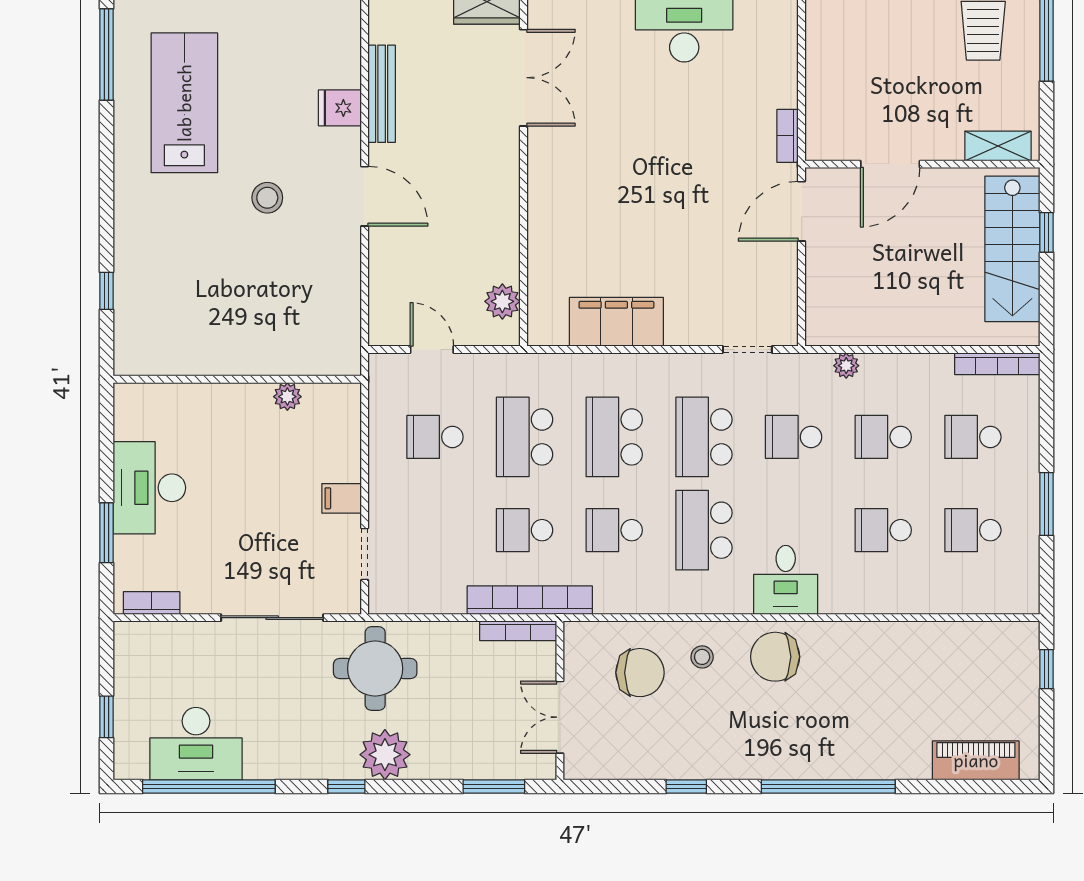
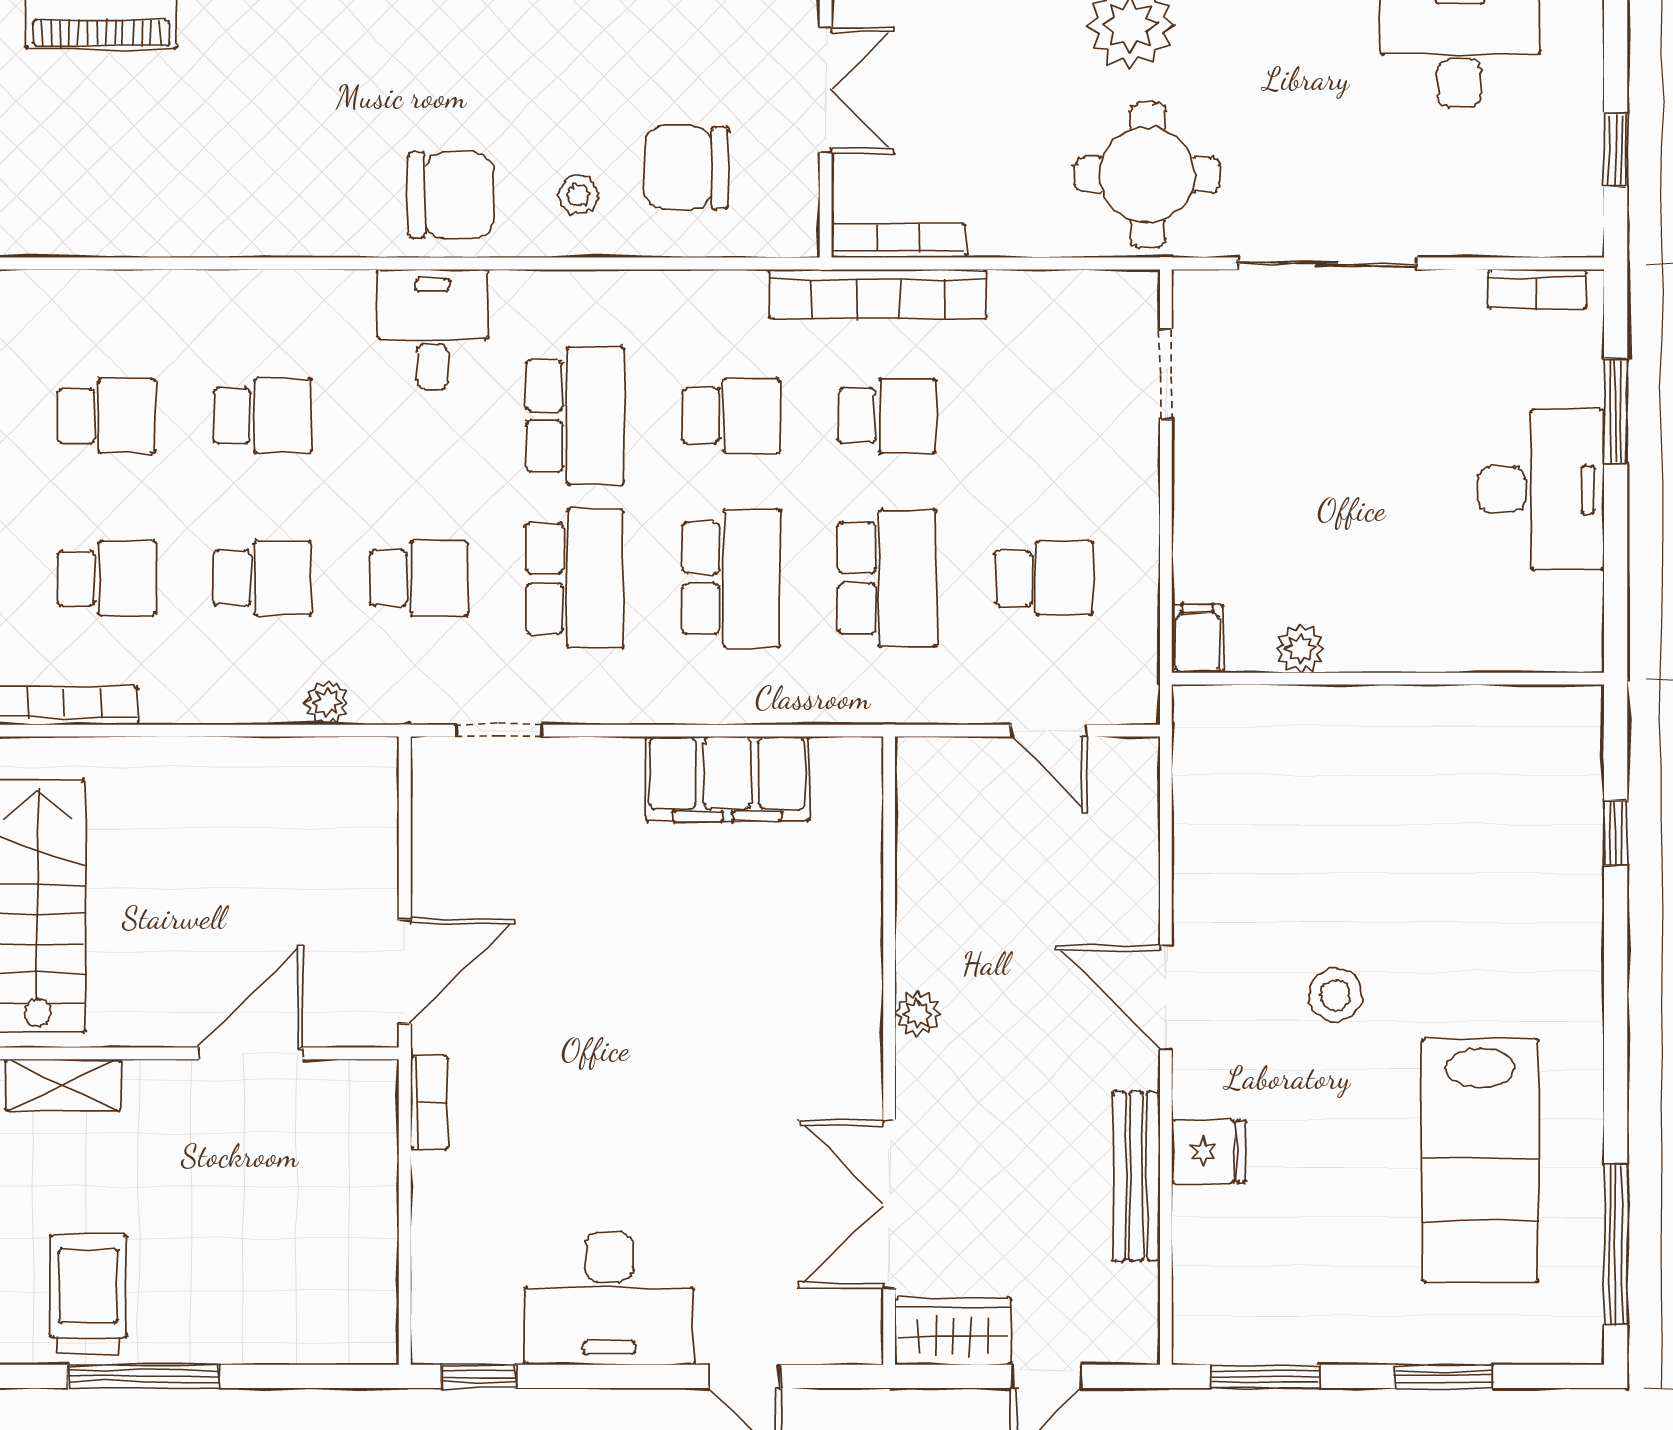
plant: (502, 301) -> (917, 1014), moved, width x0.73, depth x0.73
filing cabinet: (342, 498) -> (1197, 638), moved, turned -90
window: (107, 717) -> (1616, 150), moved

